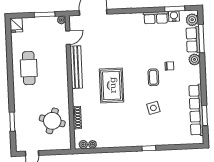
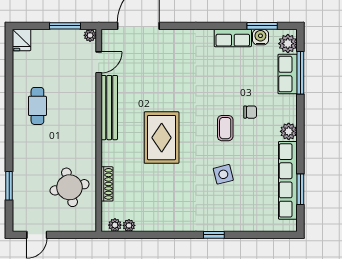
plant: (194, 59) -> (289, 131), moved
cafe table: (29, 68) -> (37, 106), width x0.73, depth x0.74
round table: (52, 121) -> (70, 187), turned -30

